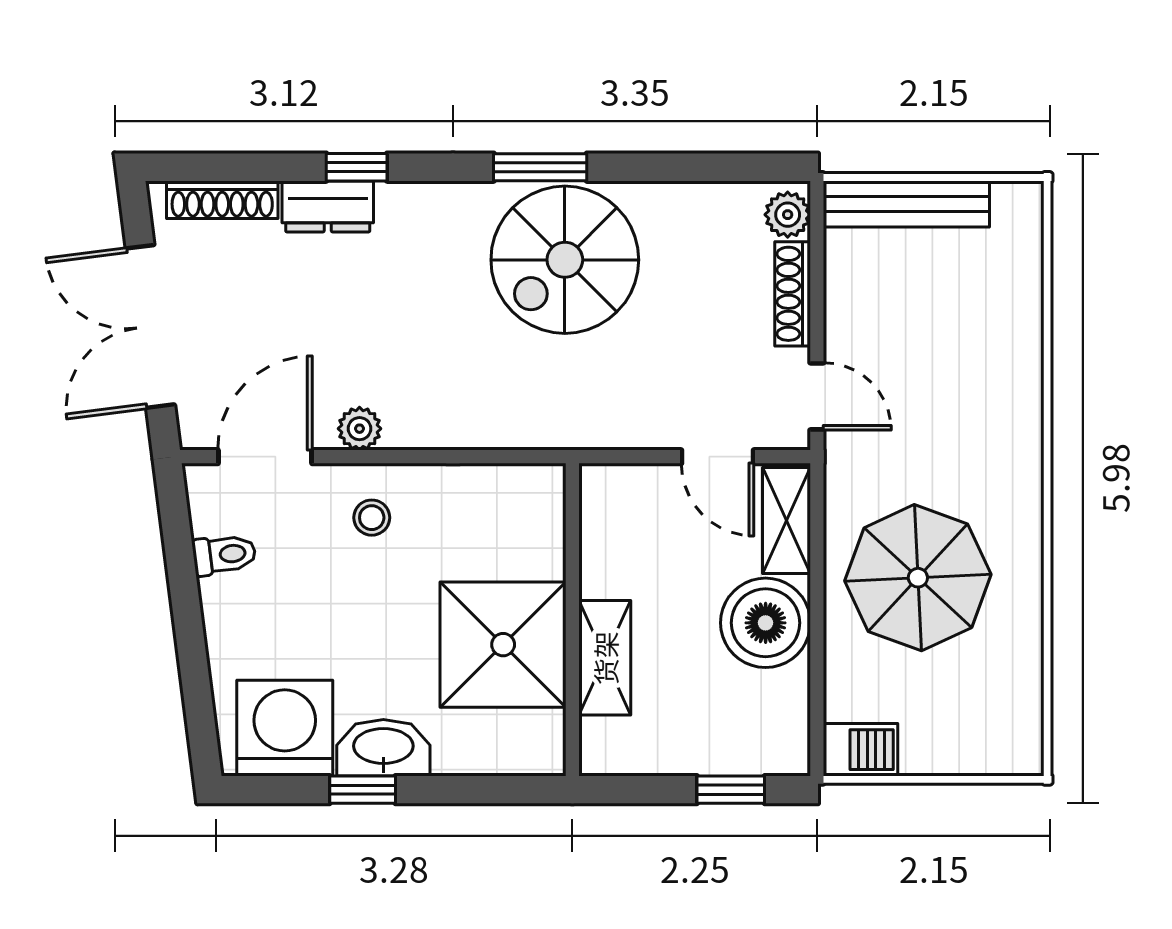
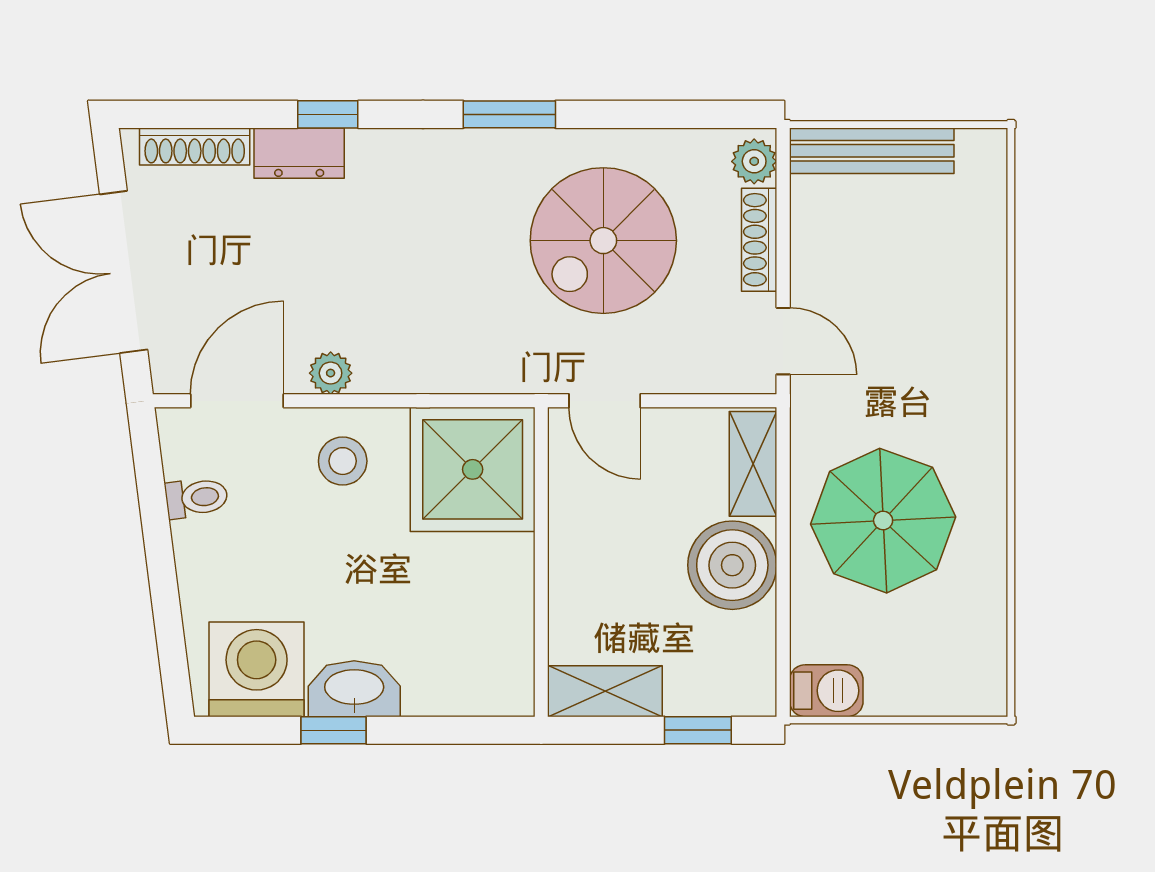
spiral stairs: (565, 260) -> (603, 241), moved
door: (718, 457) -> (605, 401), moved
stool: (372, 518) -> (343, 461), width x1.37, depth x1.37
shower: (503, 645) -> (473, 469), moved
shelving: (605, 658) -> (605, 691), moved, turned 90

